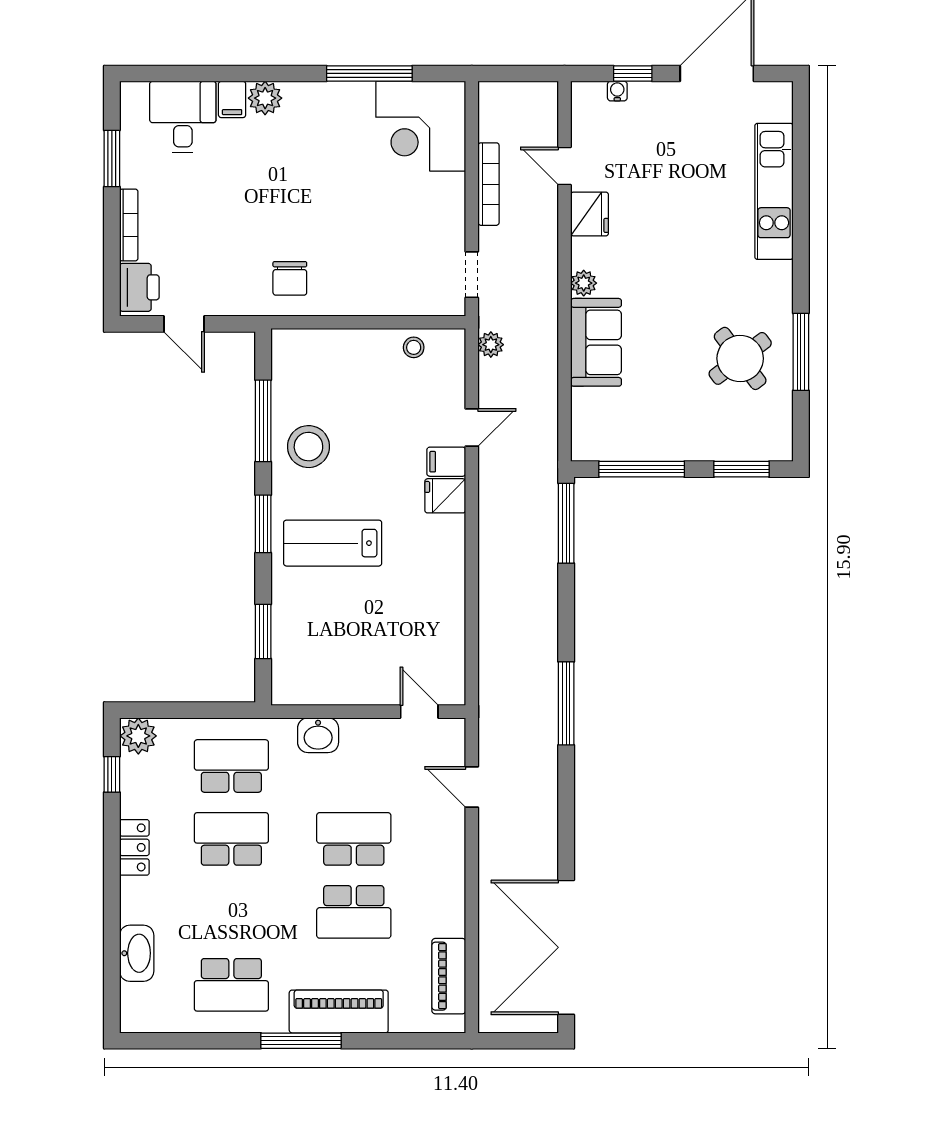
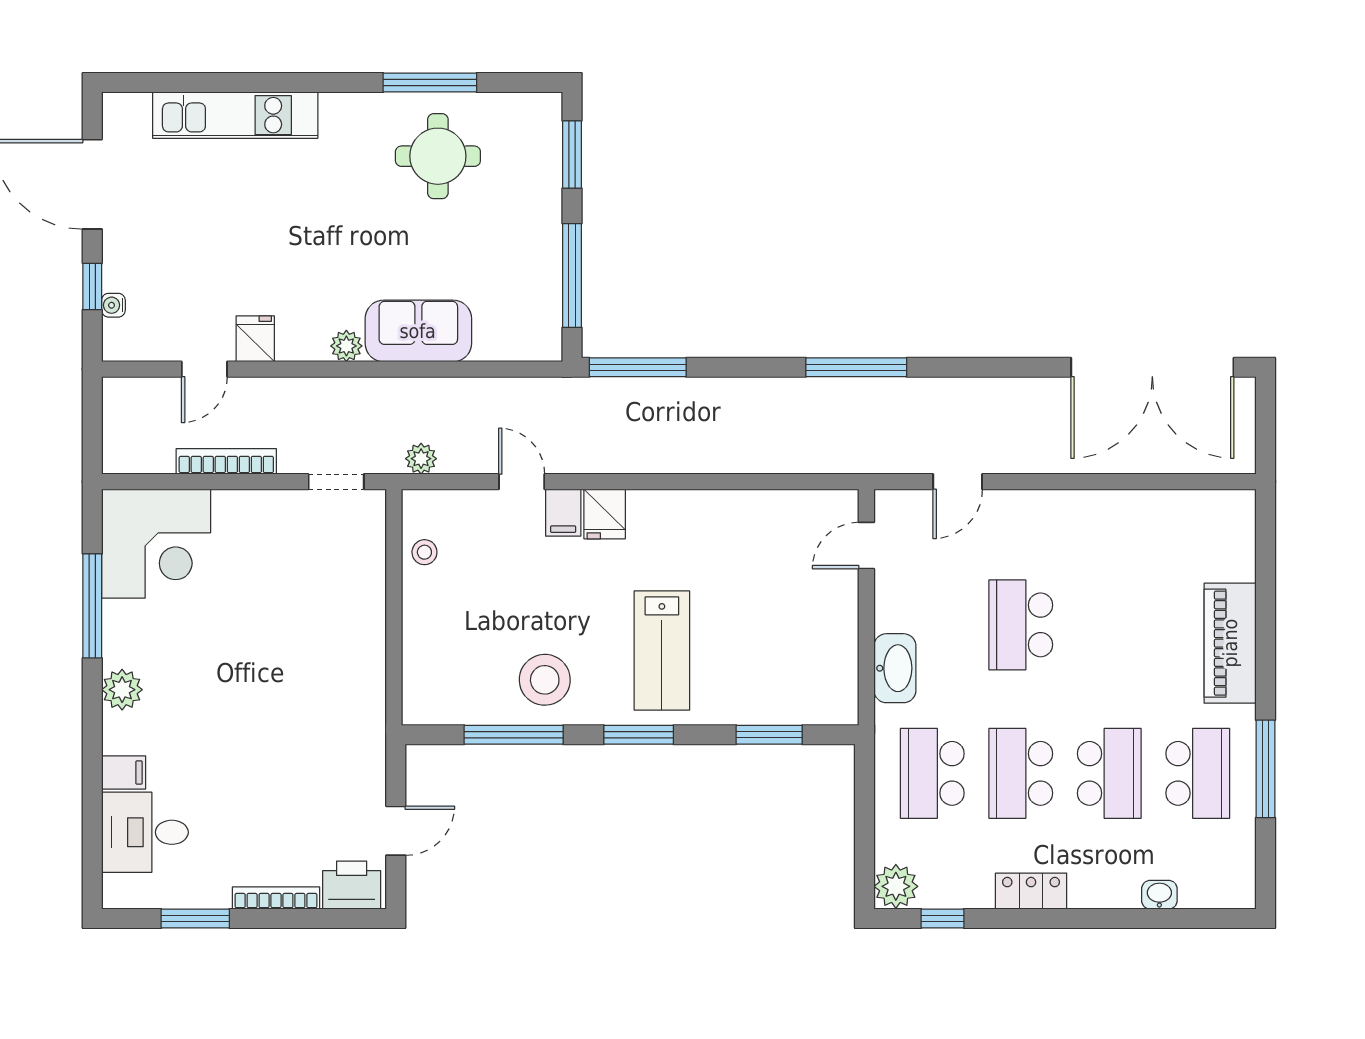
plant: (265, 98) -> (122, 690), moved
fridge: (590, 214) -> (255, 339), width x0.72
chair: (290, 278) -> (341, 702), removed
round table: (740, 358) -> (438, 156), turned 37
washbasin: (318, 735) -> (895, 668), width x1.38
school desk: (354, 912) -> (1109, 773), moved
washbasin: (137, 953) -> (1159, 895), width x0.52, depth x0.69
piano: (449, 976) -> (1187, 510), removed
window: (301, 1041) -> (1266, 769), moved

